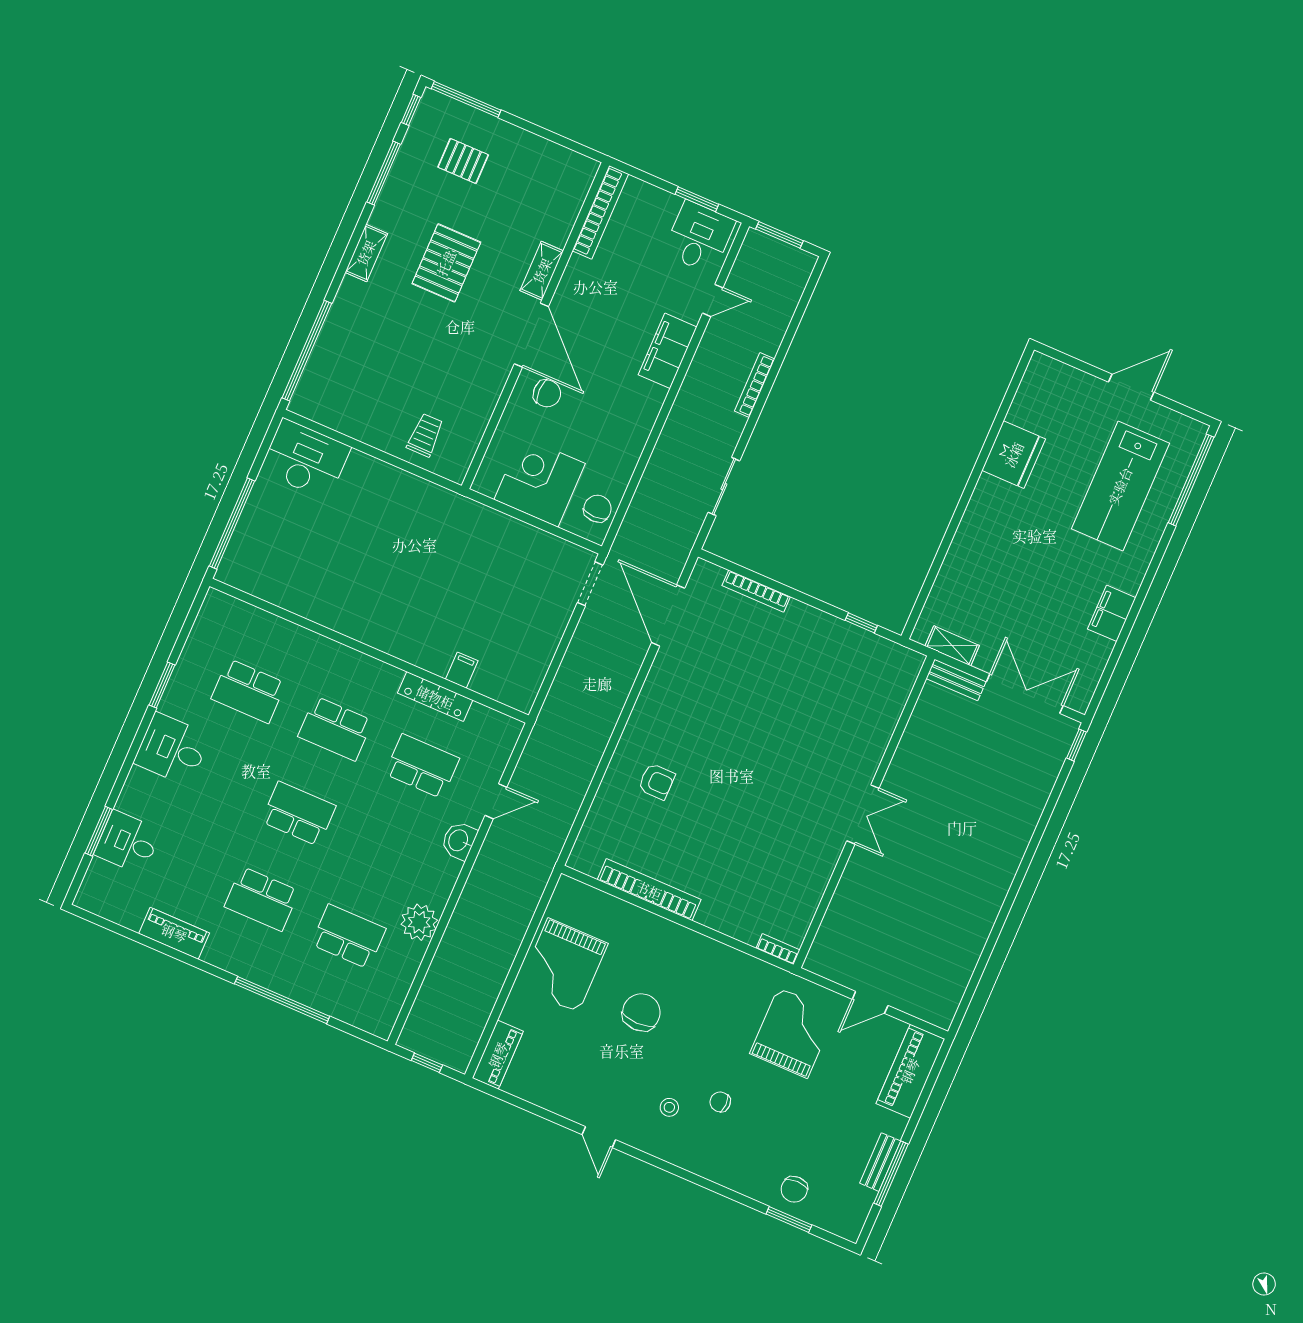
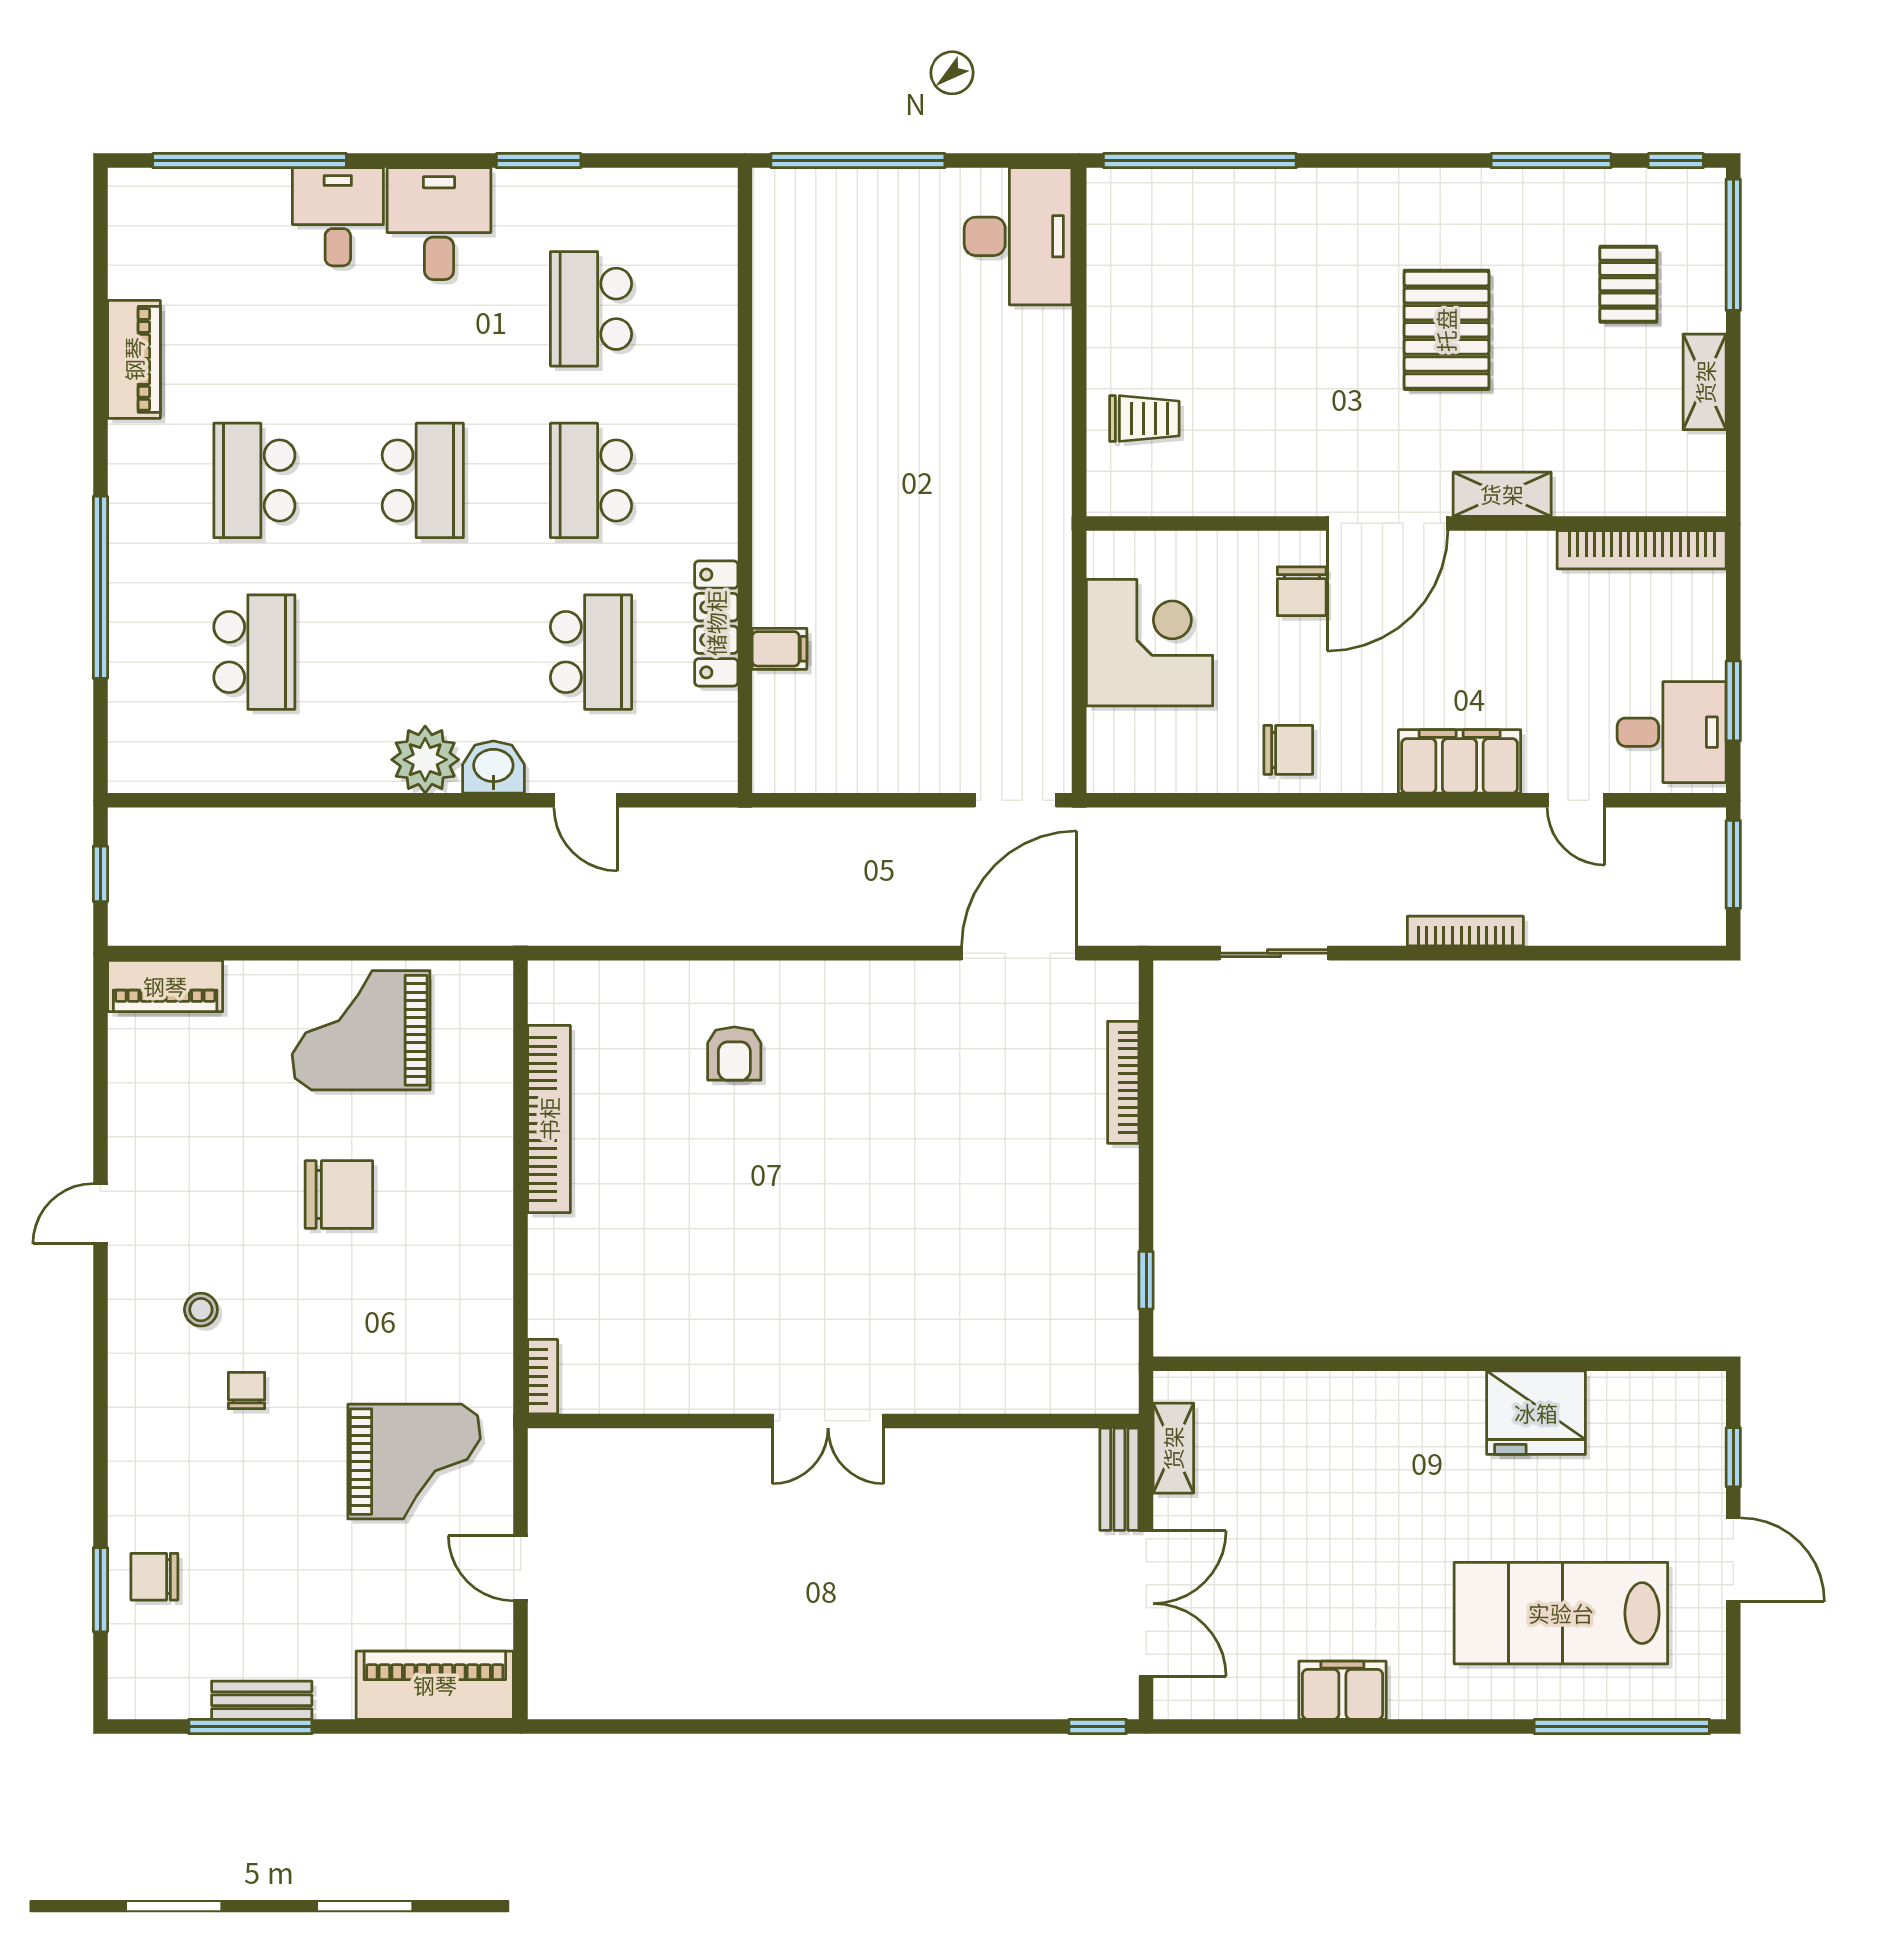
shelving: (366, 253) -> (1705, 382), moved, turned 90
pallet: (446, 263) -> (1446, 330), turned 90
window: (1079, 365) -> (1733, 1457), added
chair: (597, 509) -> (1288, 750), moved
window: (99, 831) -> (250, 161), width x2.11
desk: (128, 842) -> (338, 217), moved
plant: (419, 922) -> (425, 760), moved

